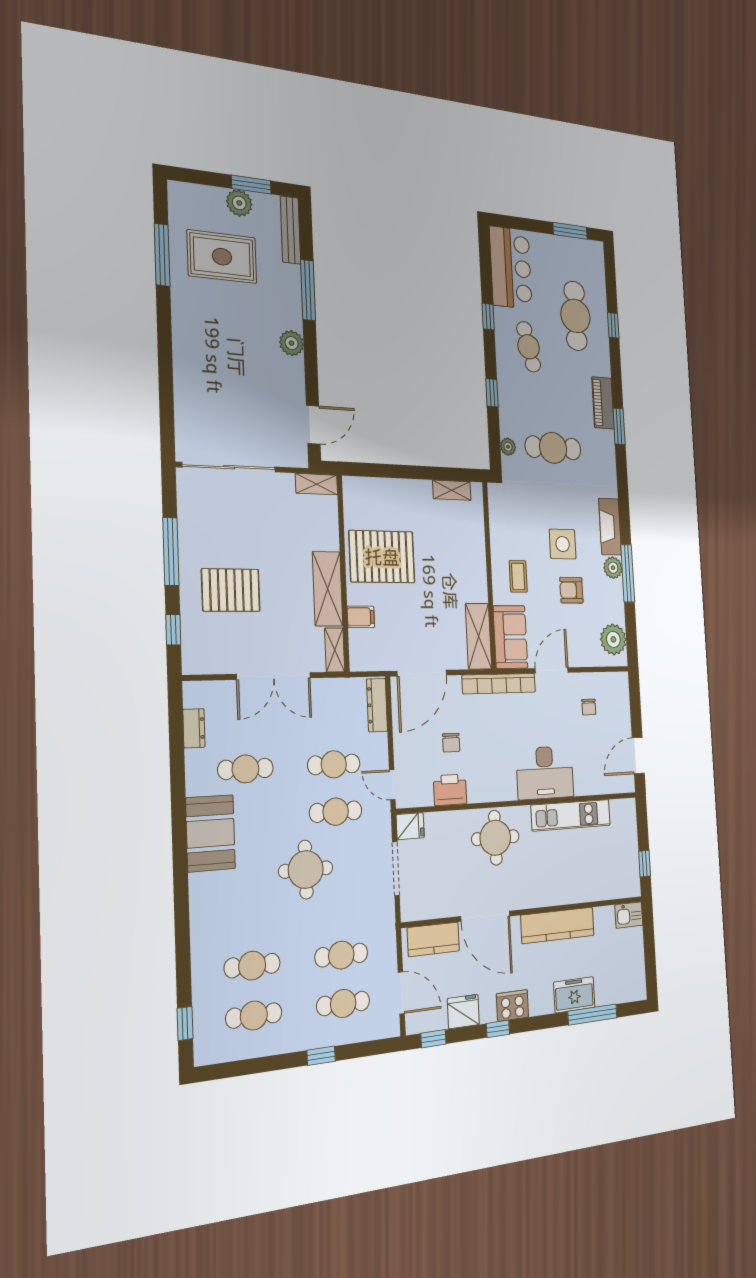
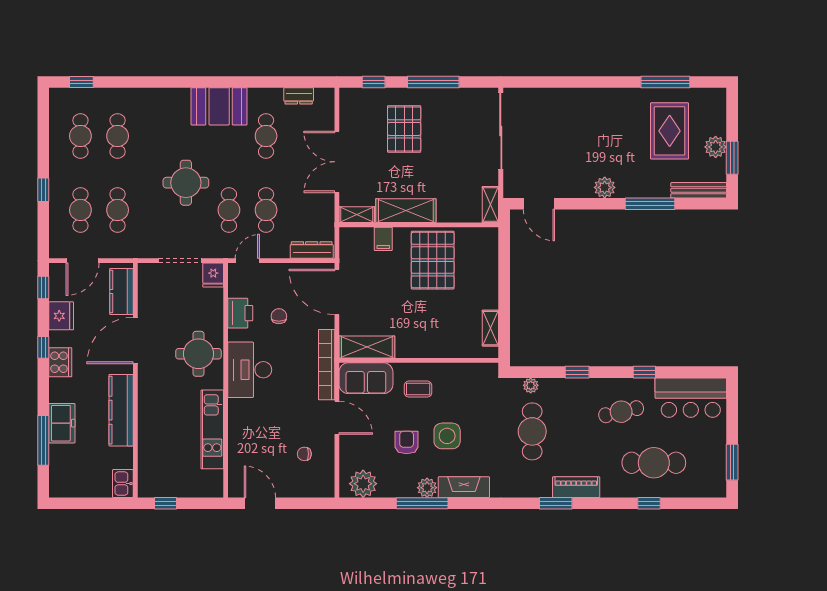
chair: (451, 743) -> (279, 316), turned 90
desk: (545, 773) -> (250, 370), moved

